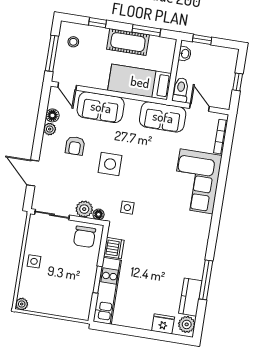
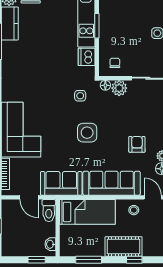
stool: (73, 42) -> (134, 210), moved
cot: (128, 42) -> (124, 247), moved
sofa: (101, 107) -> (112, 183), width x1.36
side table: (110, 164) -> (87, 133), moved
chair: (85, 237) -> (115, 63), width x0.54, depth x0.54

